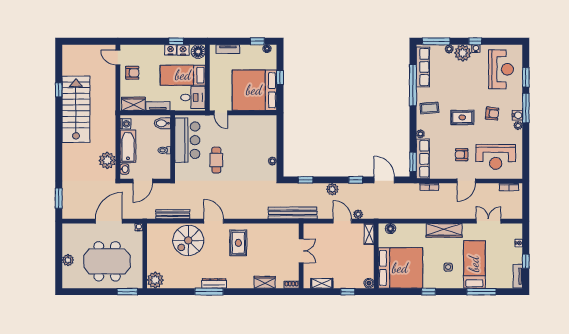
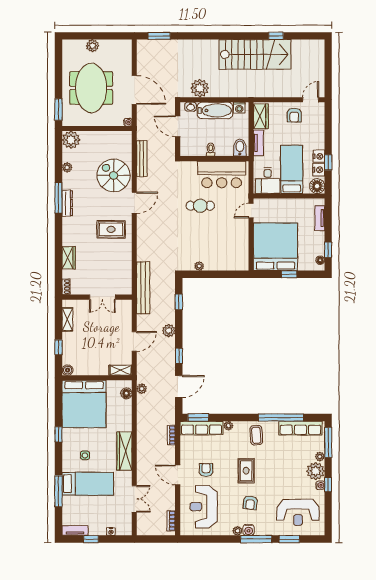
plant: (358, 214) -> (142, 389), moved
plant: (181, 284) -> (67, 167), added

